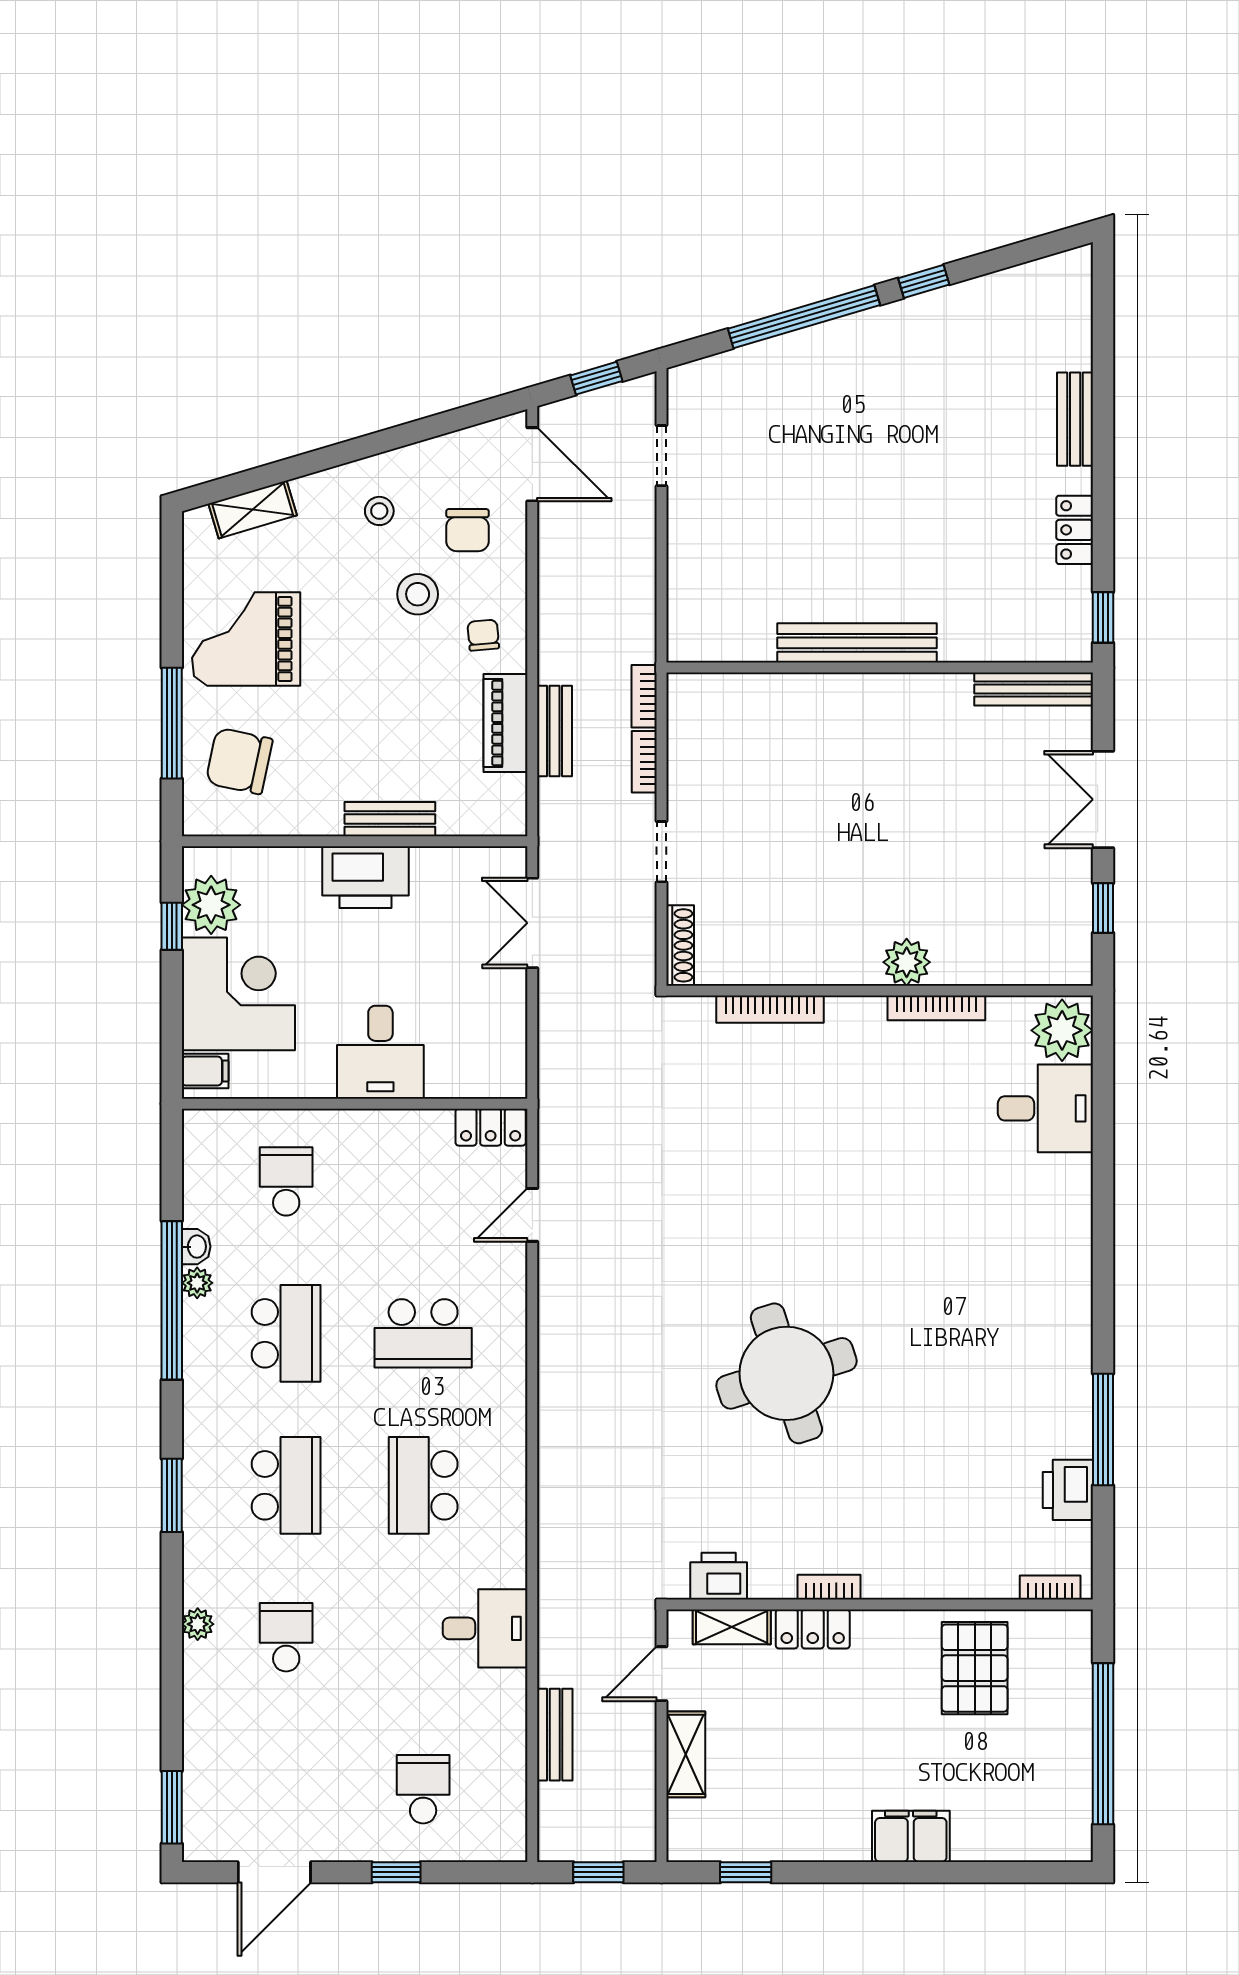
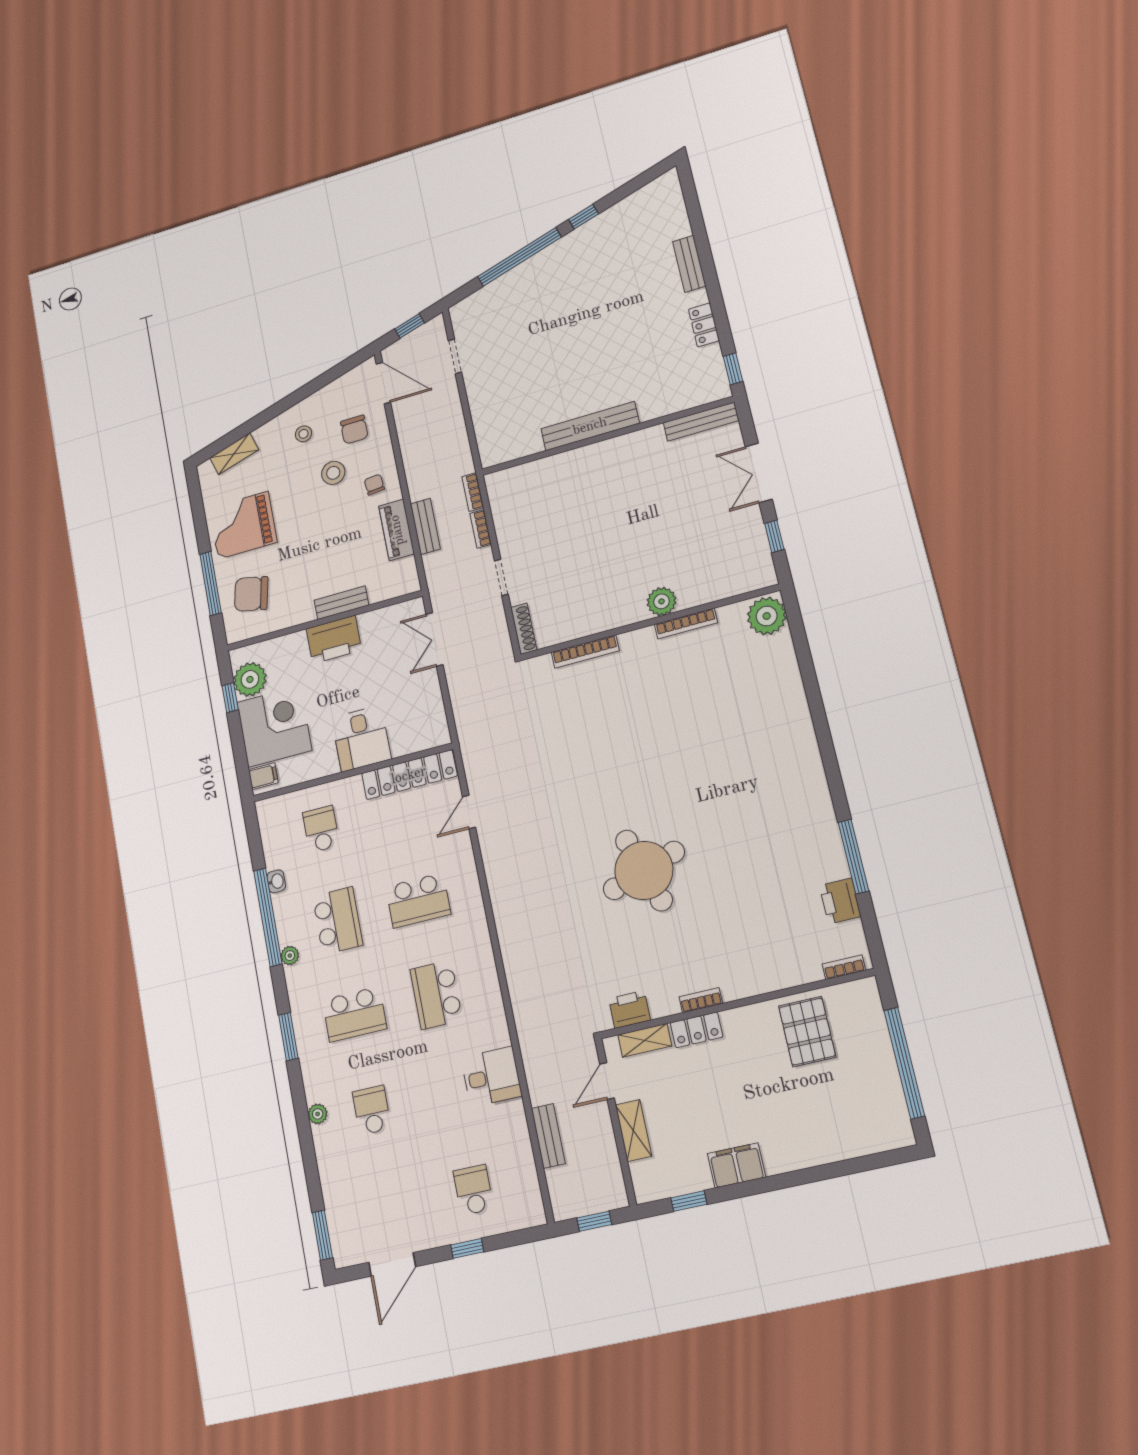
desk: (1045, 1108) -> (768, 666), removed
locker: (491, 1127) -> (409, 775), width x2.16, depth x1.21
plant: (197, 1283) -> (290, 956), moved
school desk: (286, 1485) -> (354, 1014), turned 90
filing cabinet: (911, 1836) -> (736, 1165), moved

